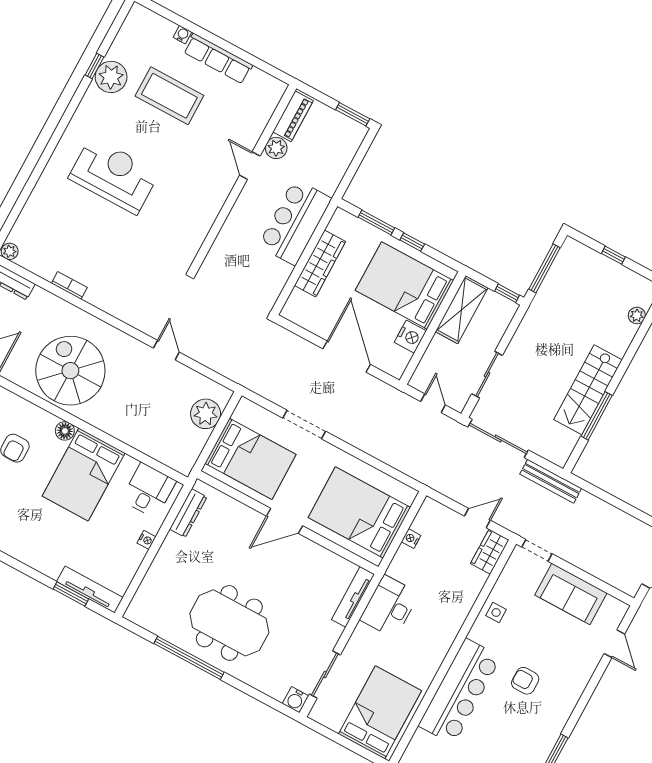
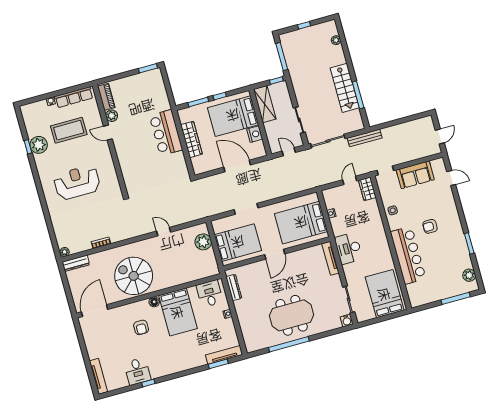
piano: (293, 116) -> (106, 97), moved
plant: (276, 148) -> (112, 116), moved
door: (250, 166) -> (108, 133), moved
wall: (243, 178) -> (110, 140), moved

